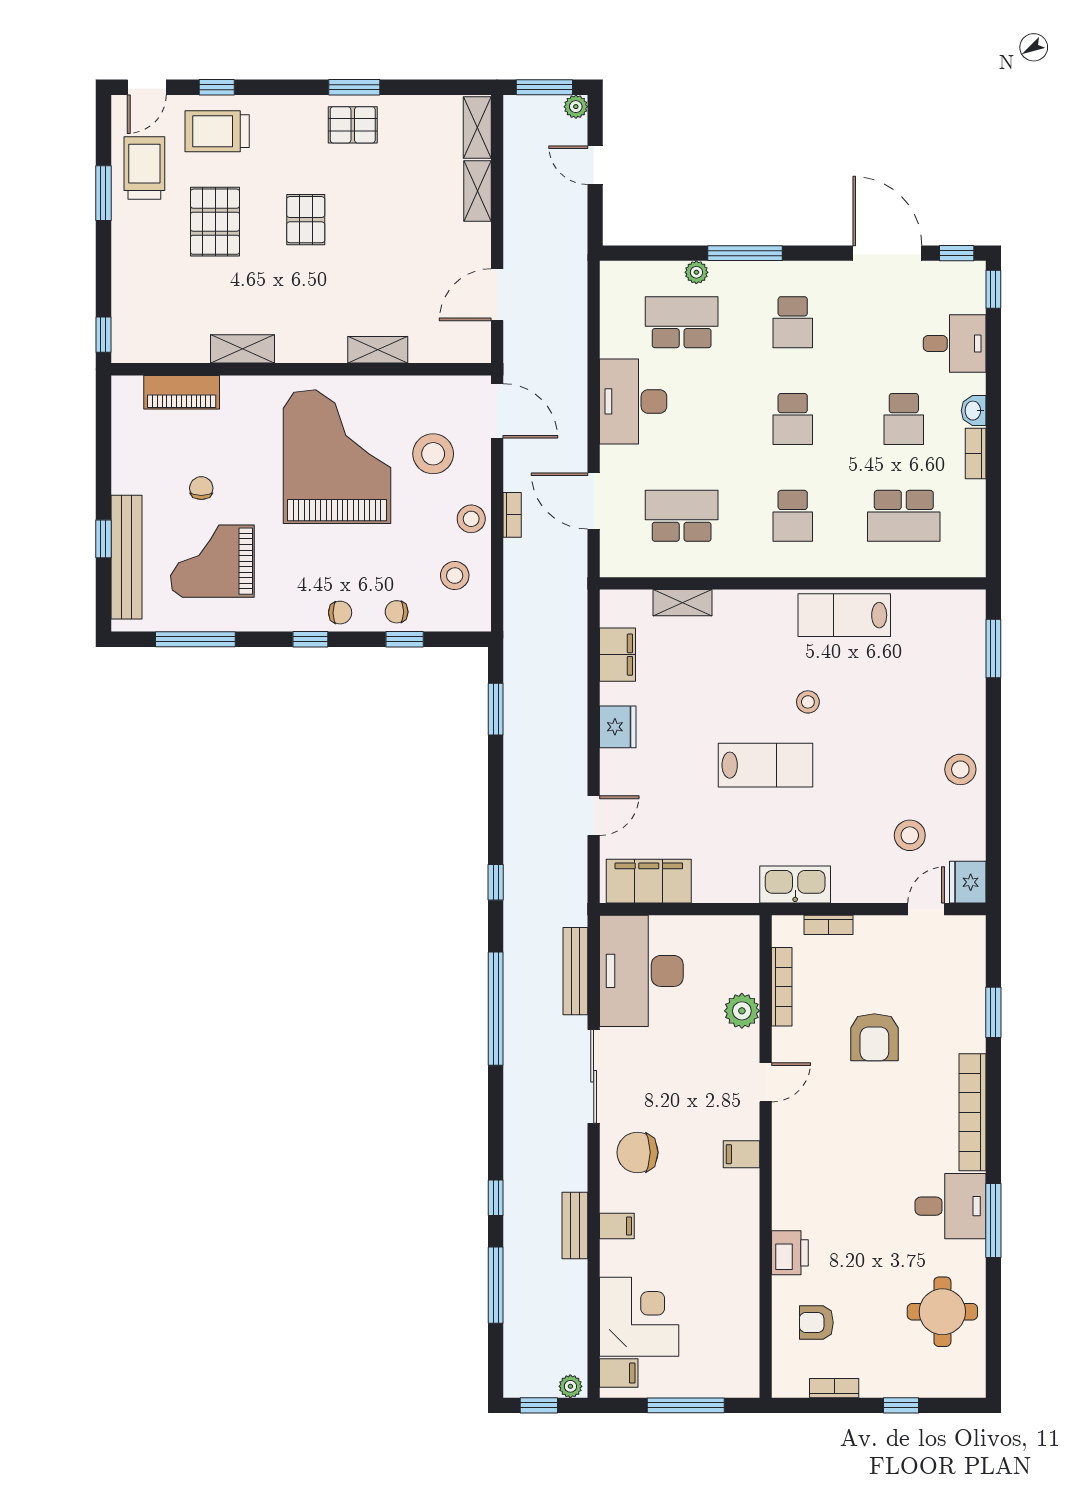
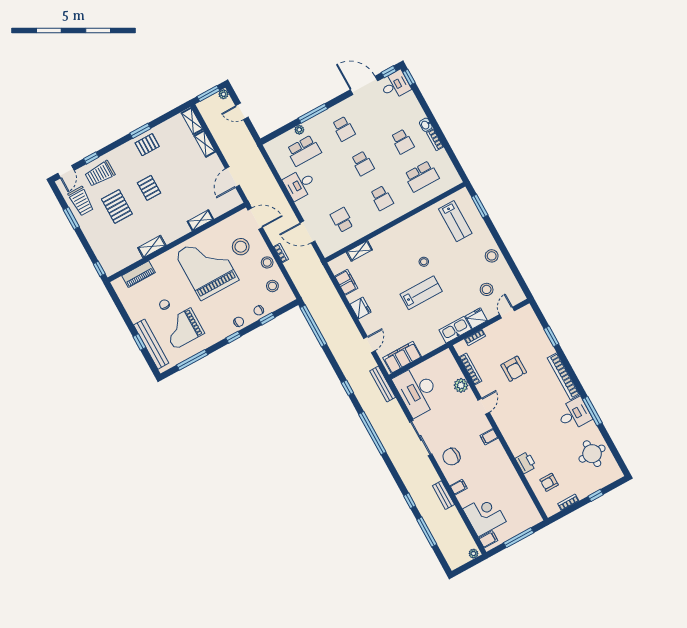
trolley: (144, 168) -> (81, 201), turned 180
school desk: (682, 322) -> (304, 151), turned 180
desk: (955, 343) -> (395, 85), moved
desk: (633, 401) -> (300, 184), width x0.73
school desk: (682, 516) -> (342, 220), width x0.54
lab bench: (844, 615) -> (455, 221), moved, turned -90
window: (496, 709) -> (313, 326), width x2.11
fridge: (968, 882) -> (476, 318), moved, turned 90
bench: (575, 971) -> (383, 384), moved
window: (539, 1405) -> (466, 567), removed

